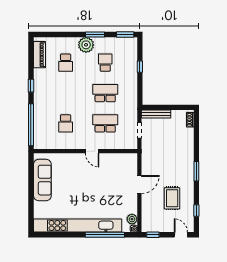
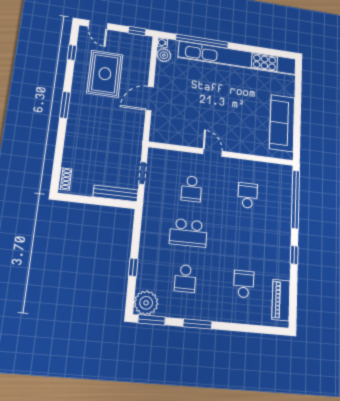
plant: (86, 45) -> (146, 303), moved
school desk: (105, 123) -> (191, 189), width x0.54
rug: (172, 198) -> (105, 74), width x1.36, depth x1.43

